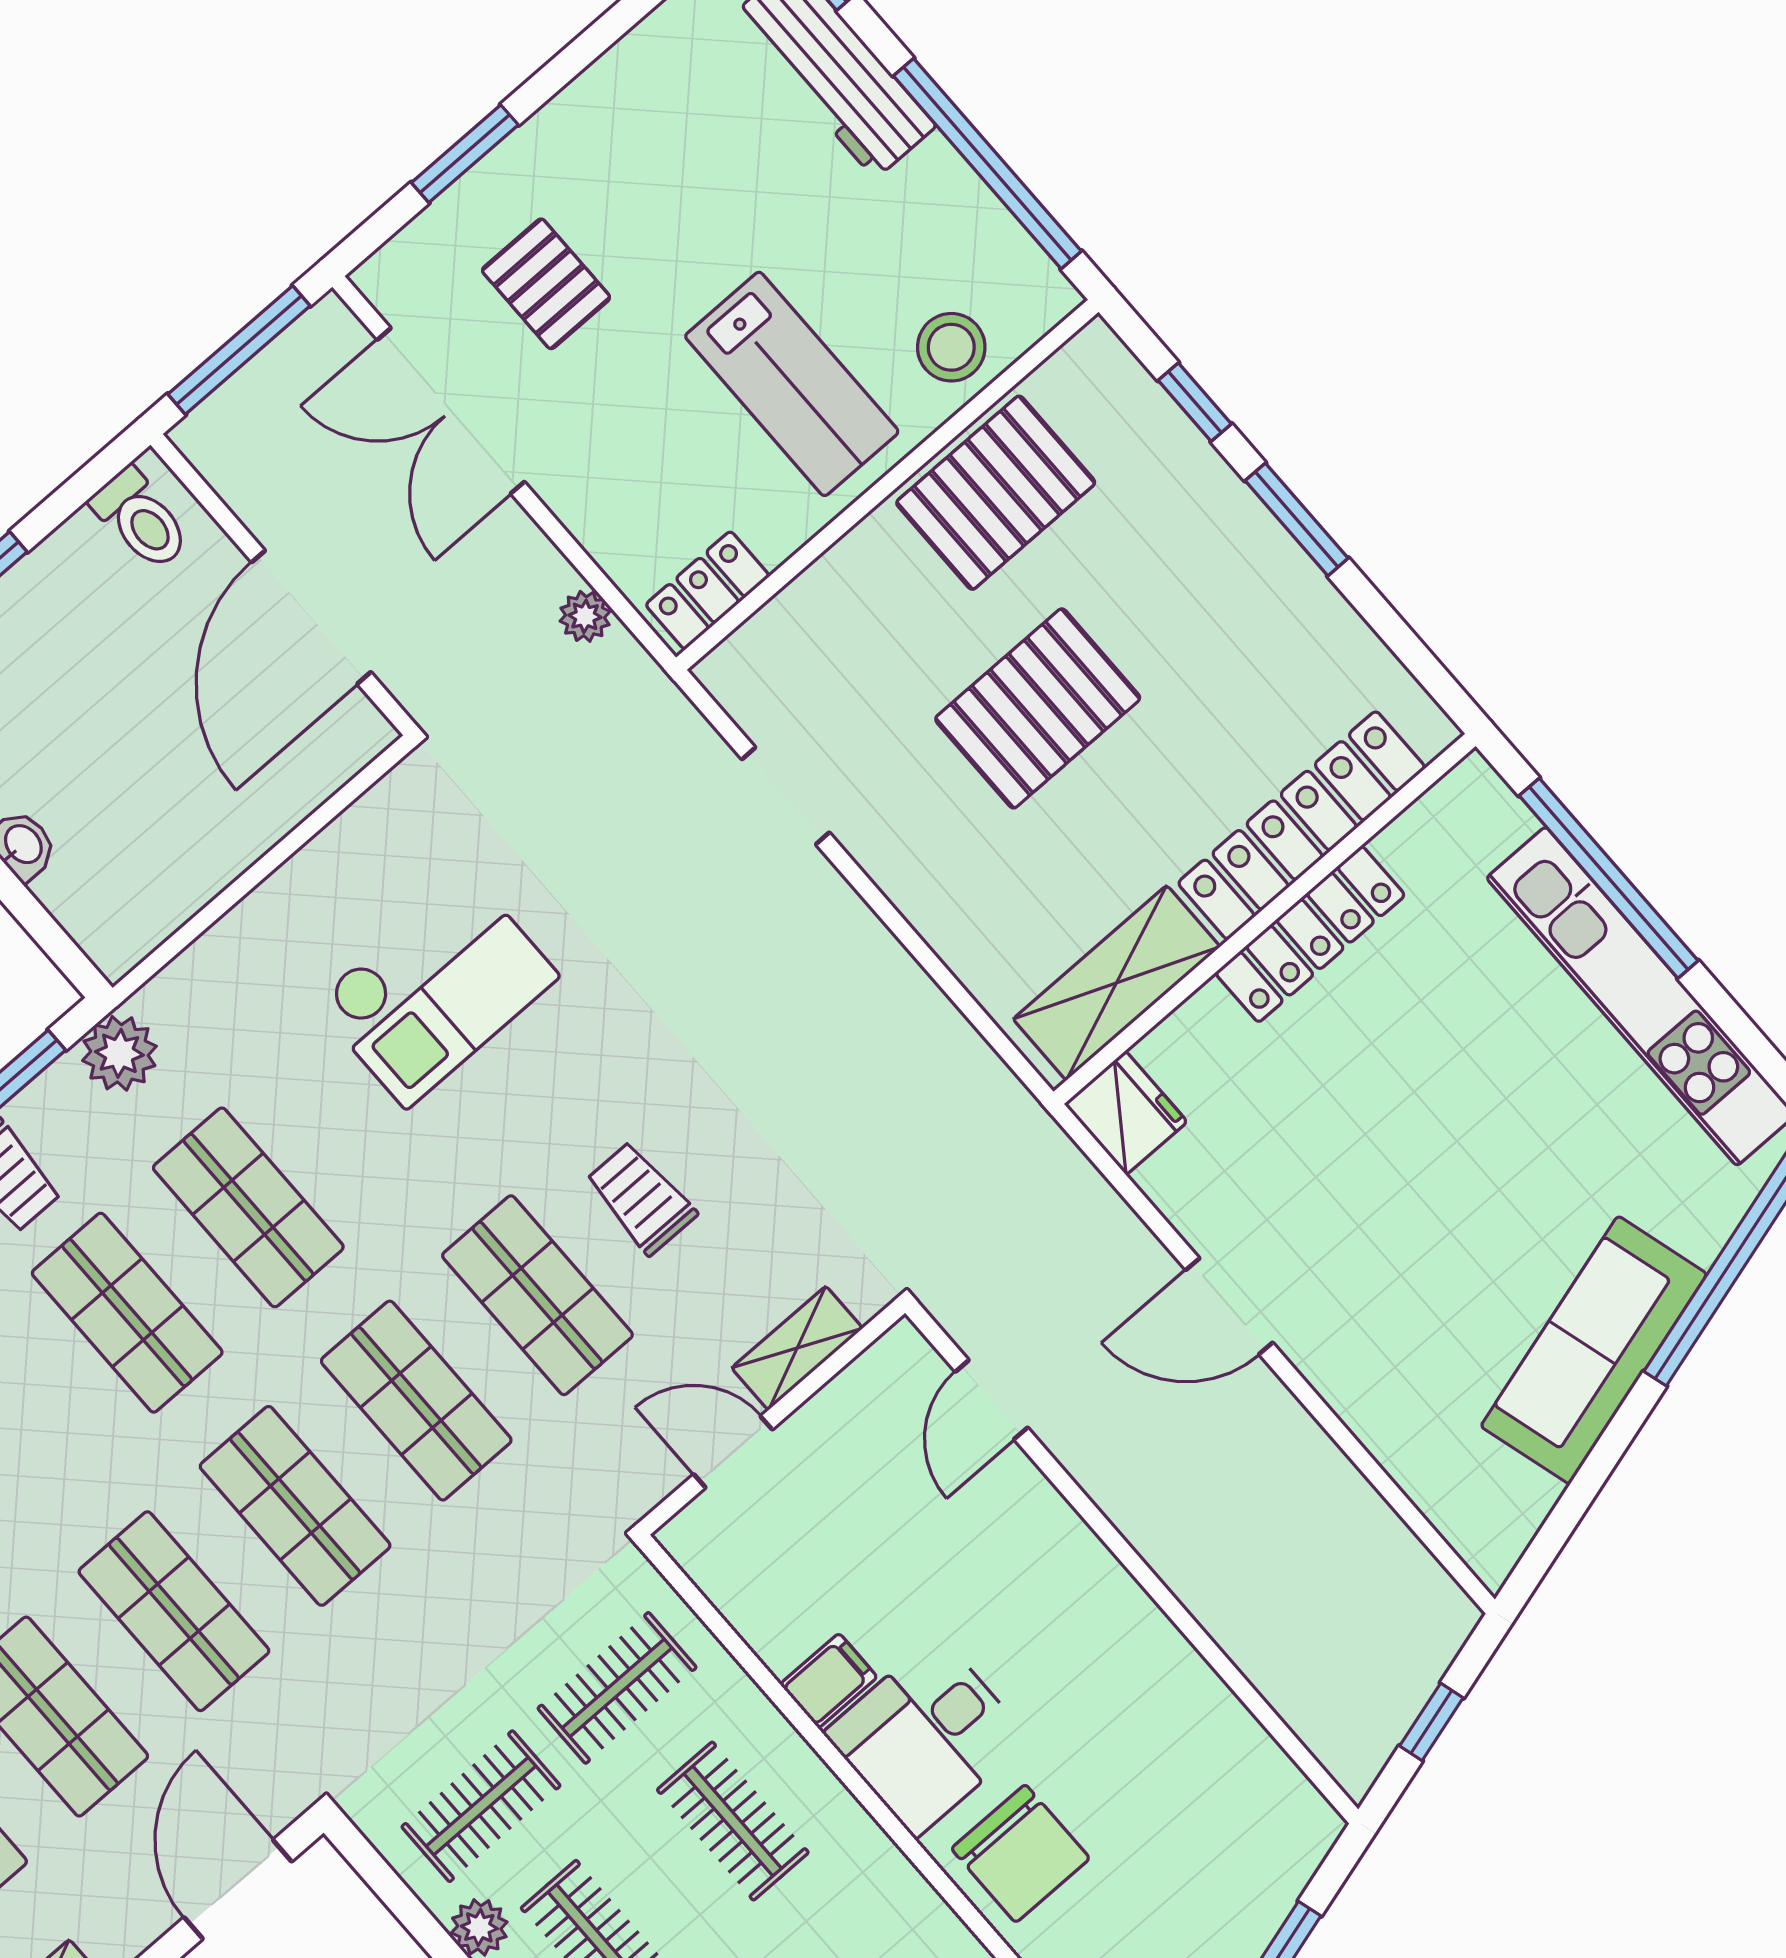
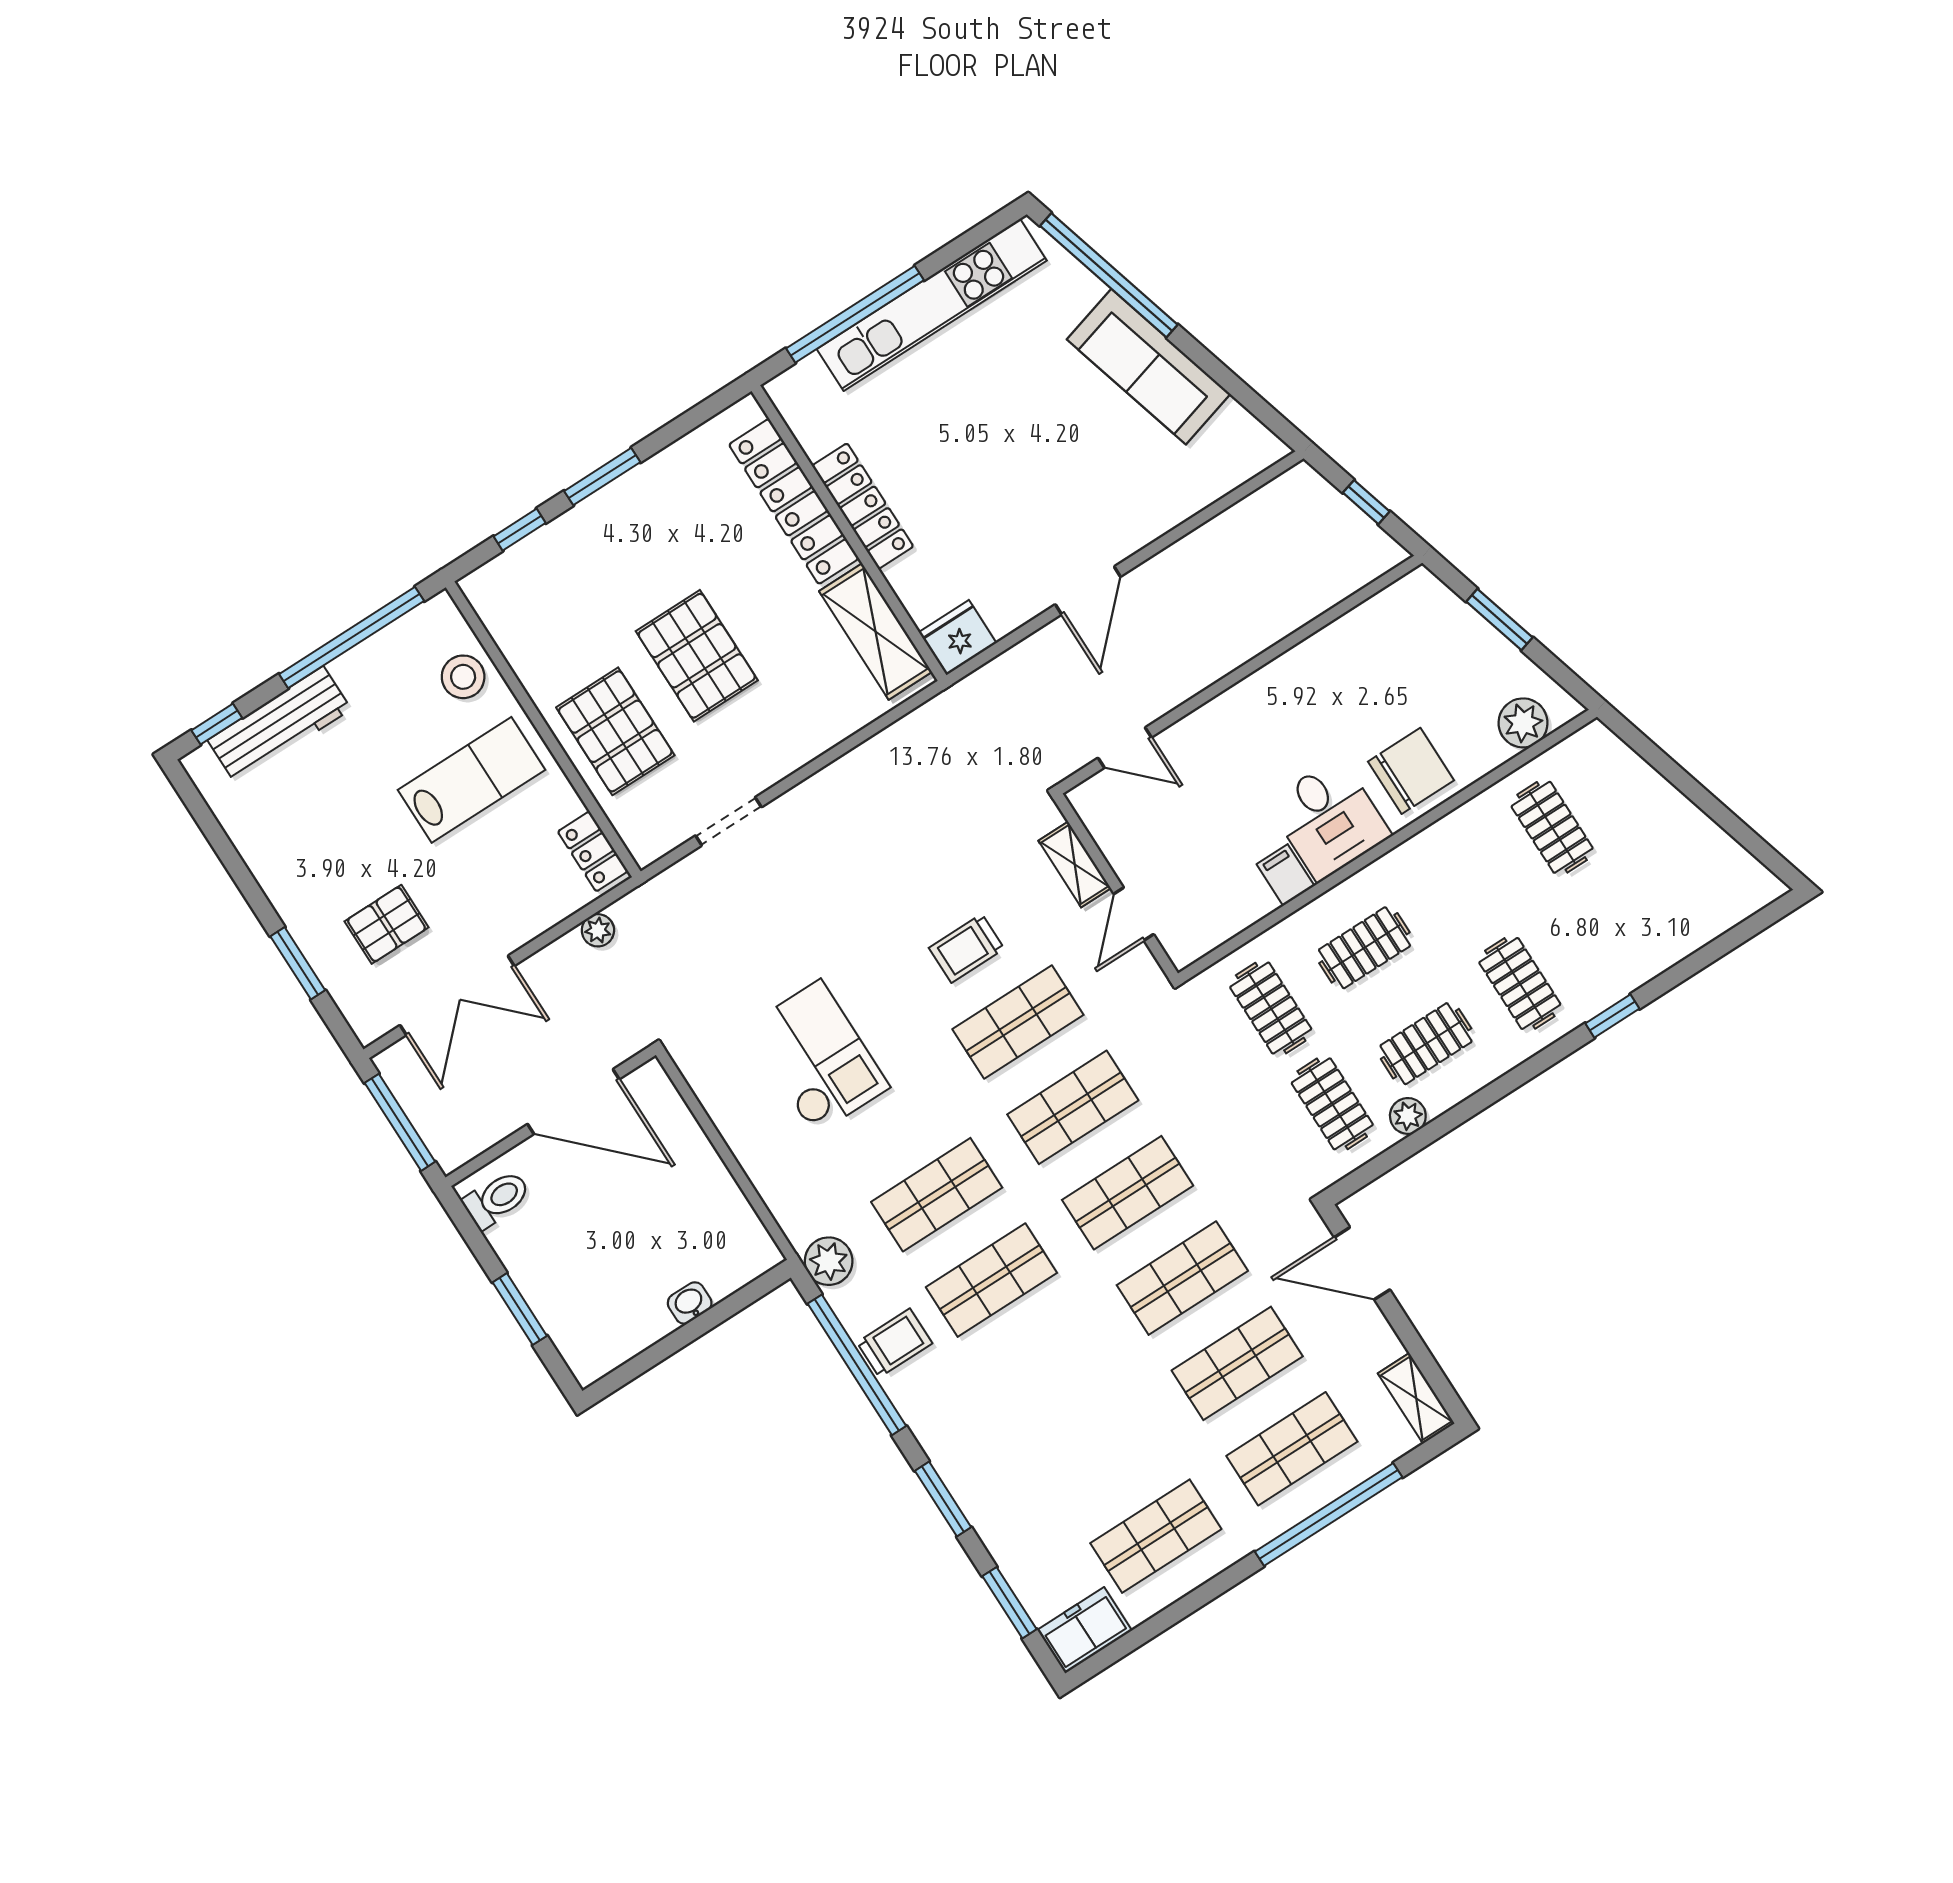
pallet: (996, 493) -> (615, 731), moved

